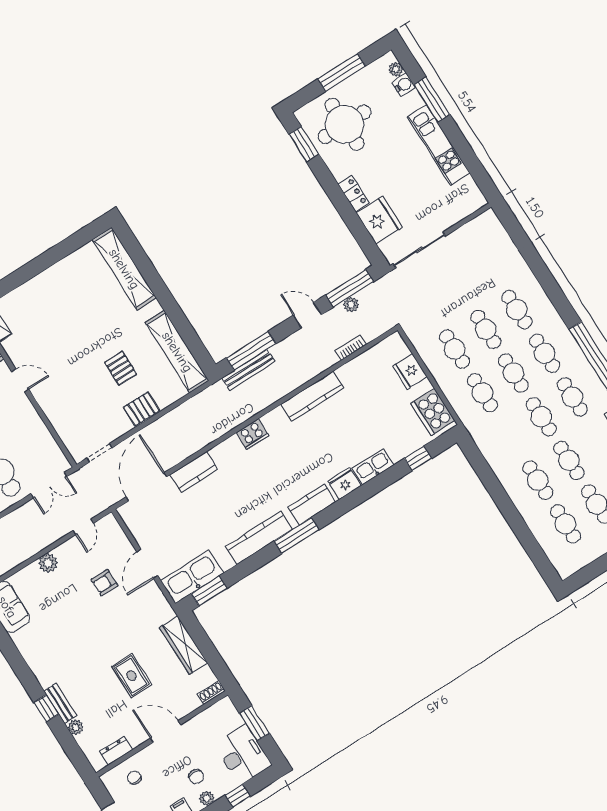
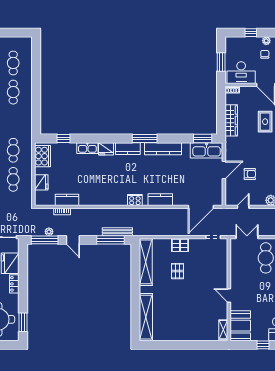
kitchen counter: (313, 396) -> (67, 200), moved, width x0.67
kitchen counter: (194, 472) -> (160, 200), moved
desk: (243, 755) -> (241, 73), moved, turned -90

